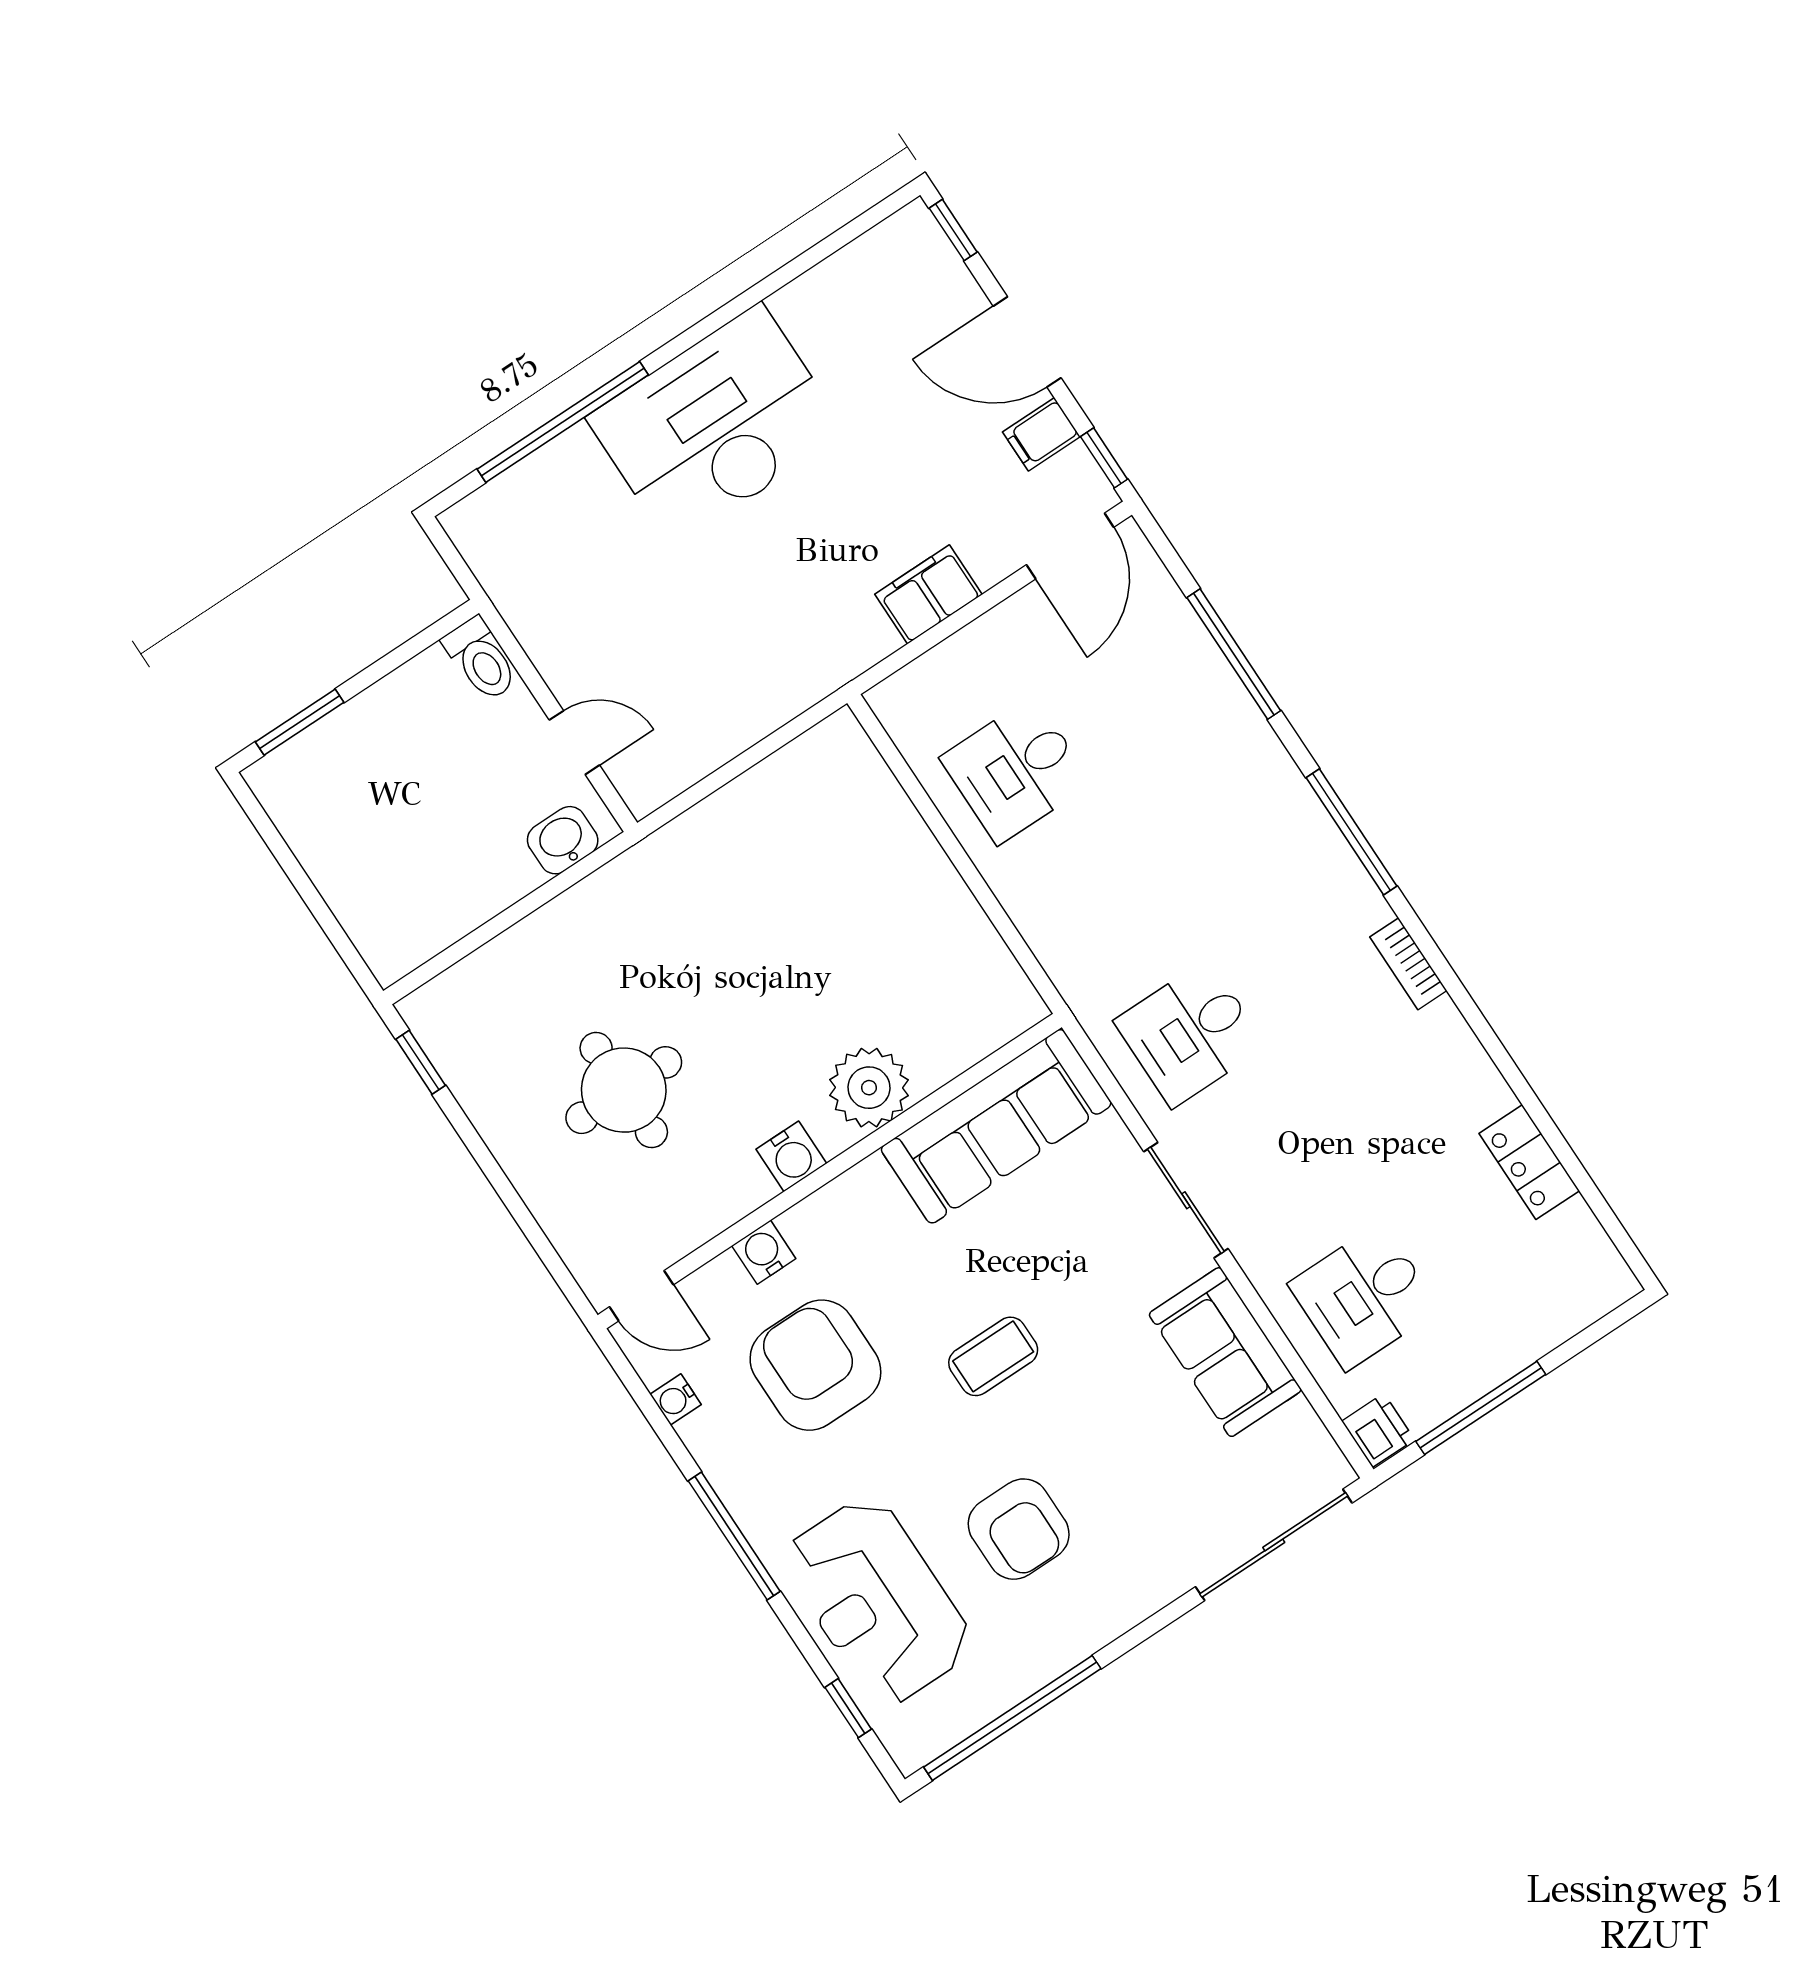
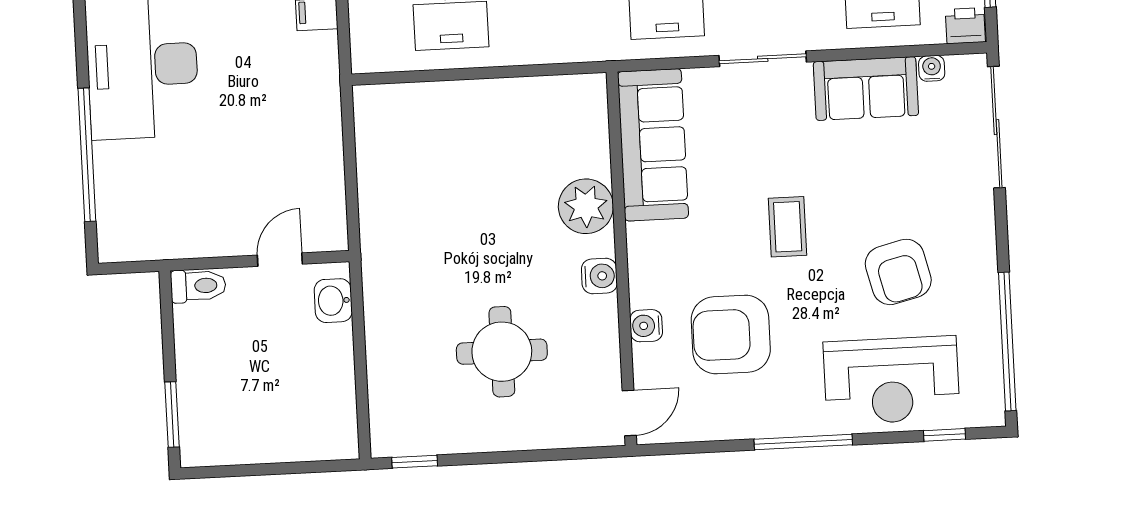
water cooler: (676, 1399) -> (932, 68), moved, turned 180
armchair: (1019, 1529) -> (898, 272), turned 76

